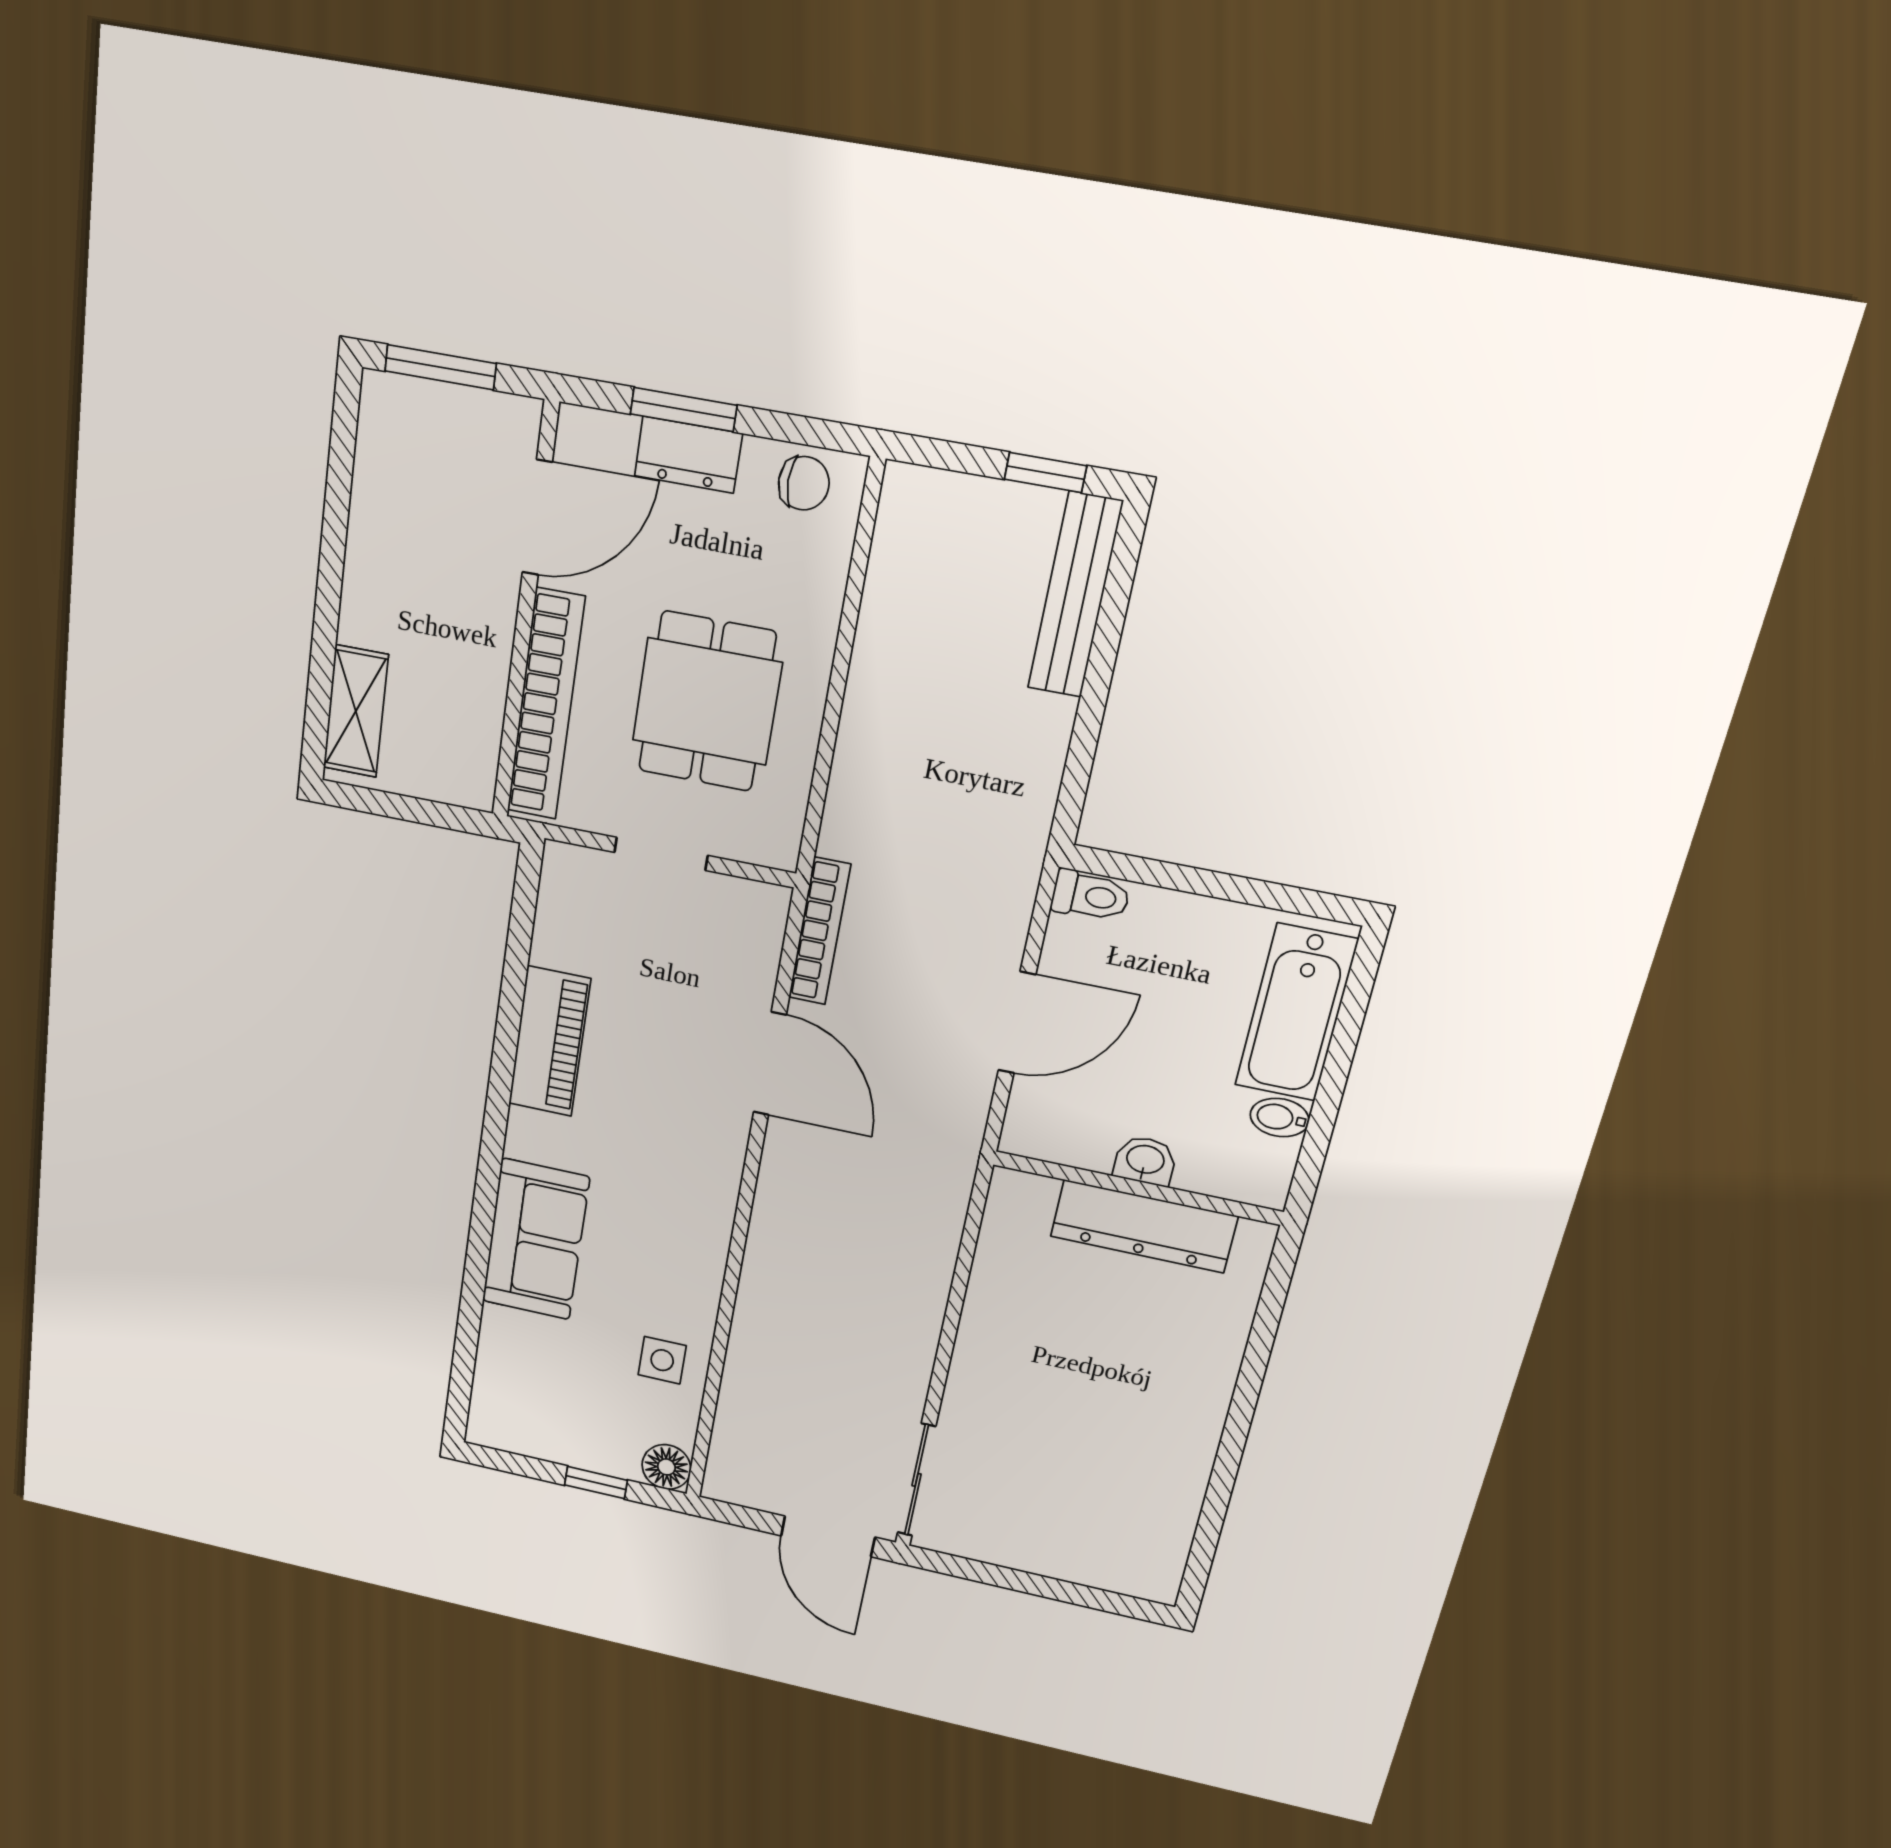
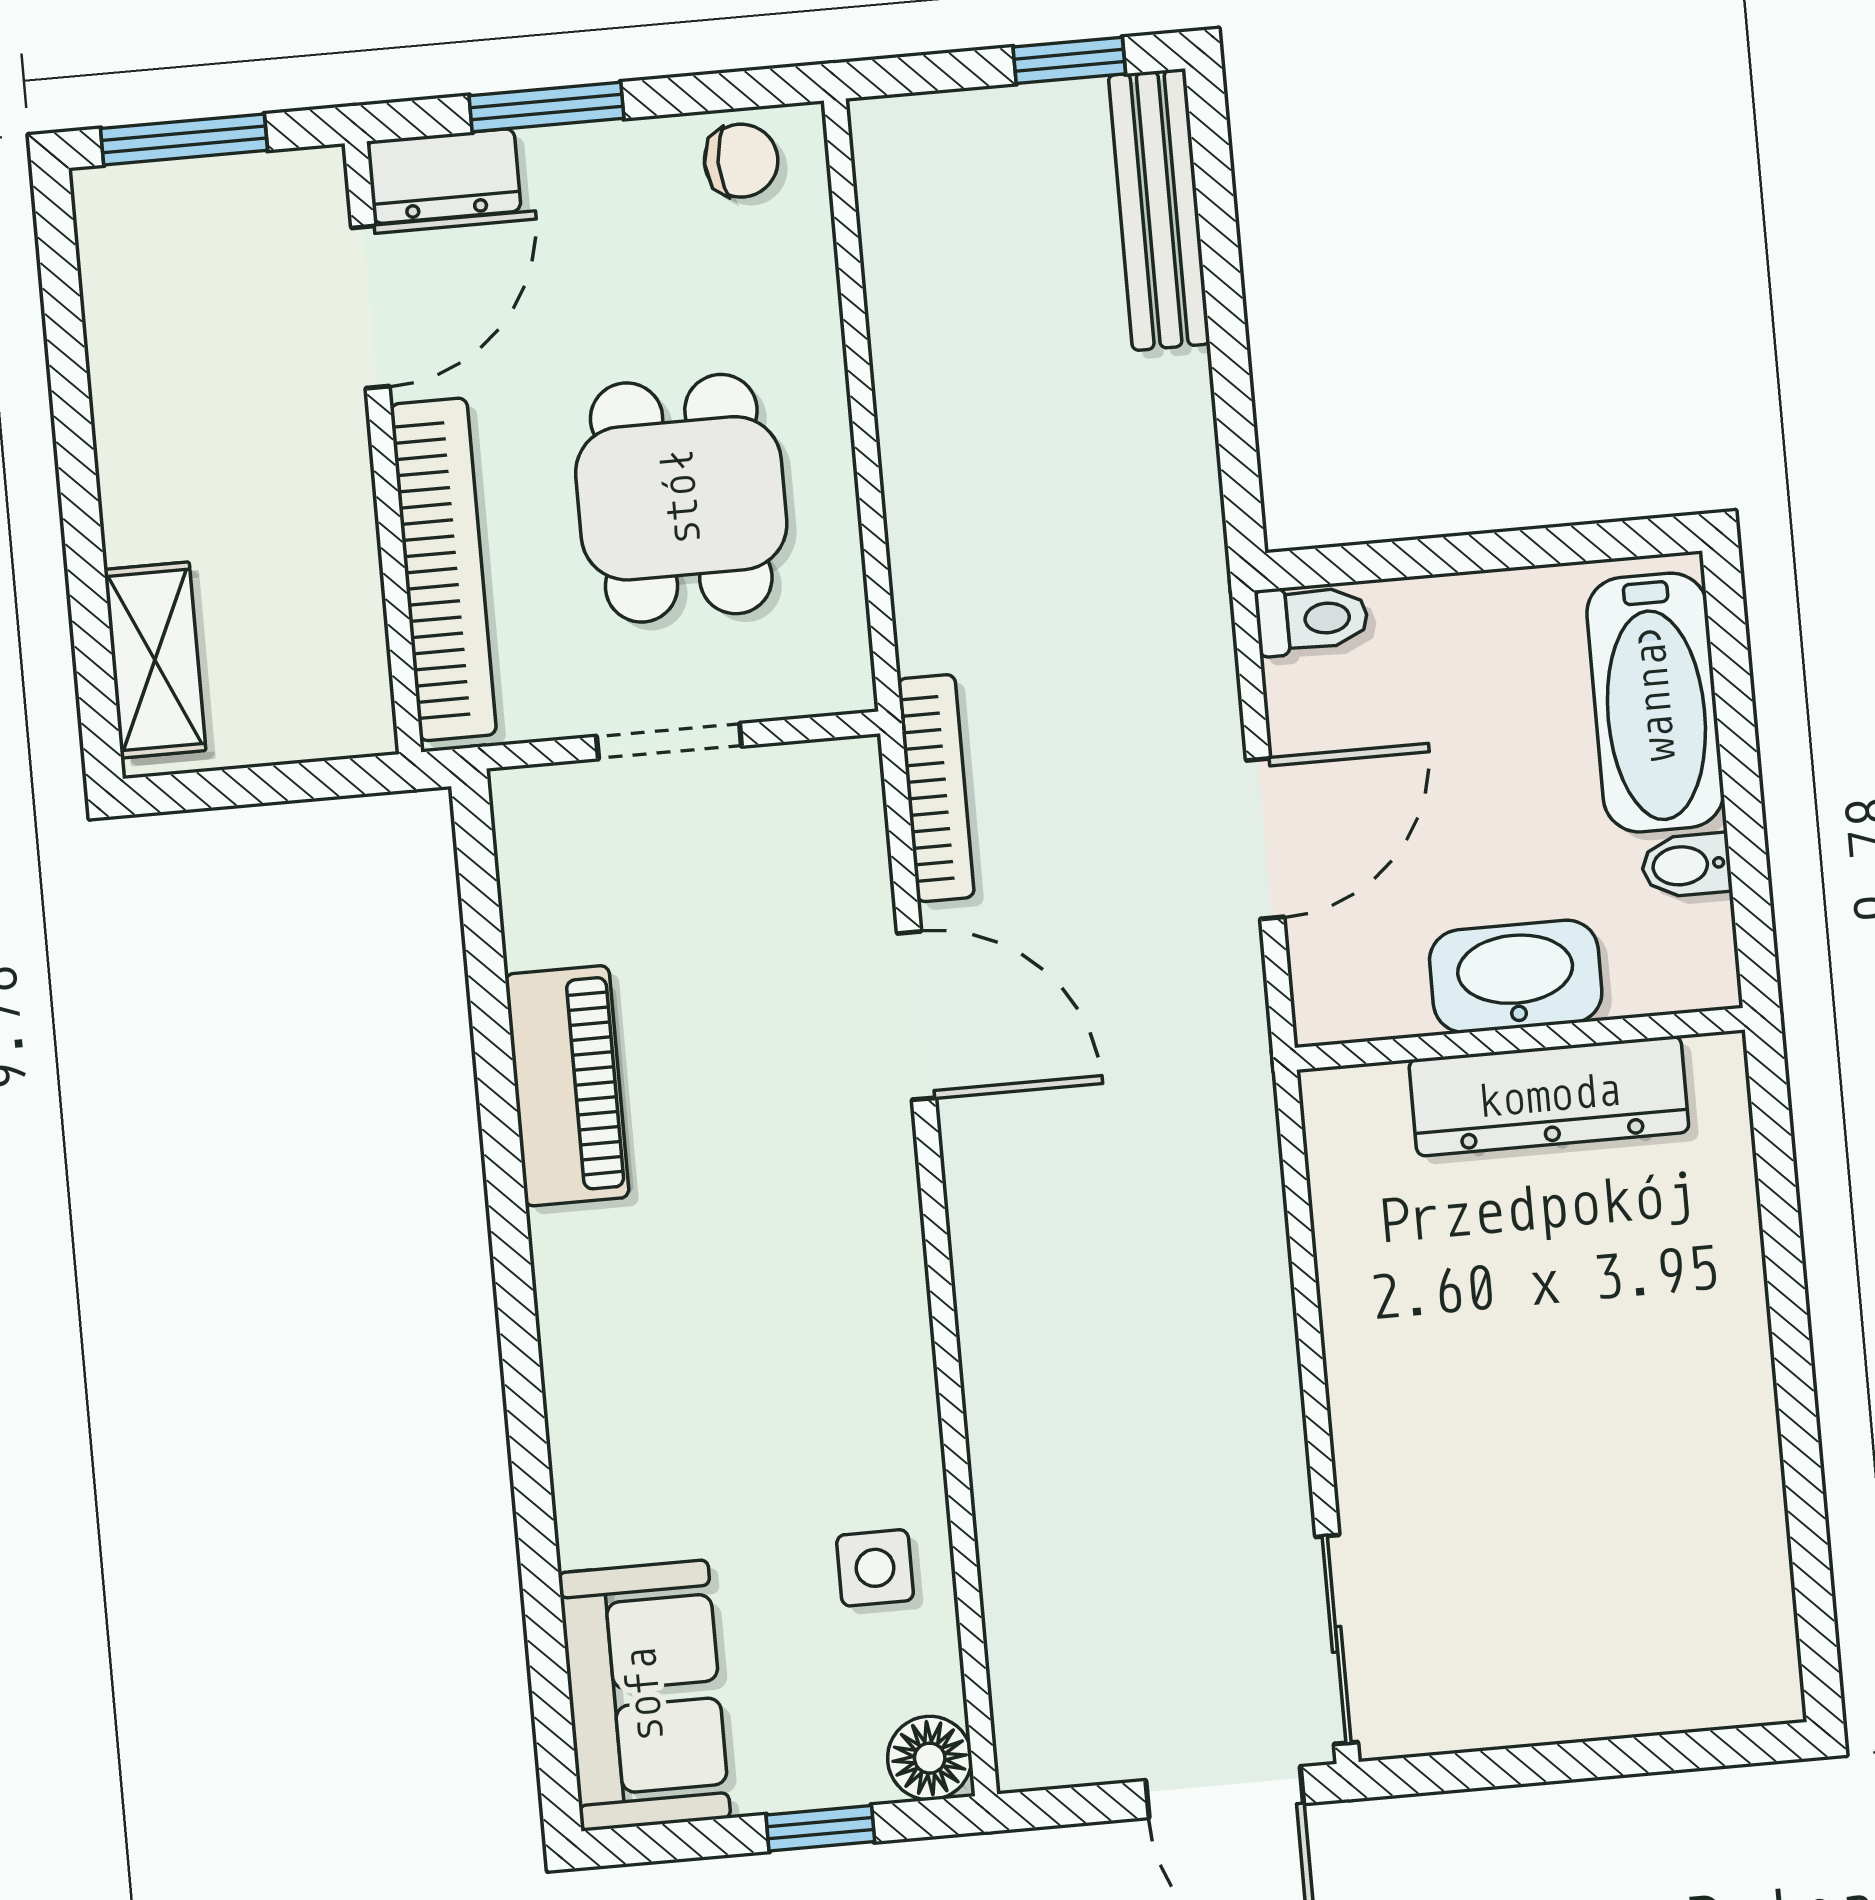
dresser: (688, 455) -> (444, 176), moved
washbasin: (1145, 1161) -> (1516, 976), width x1.91, depth x1.45
sofa: (536, 1239) -> (644, 1695), moved

